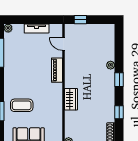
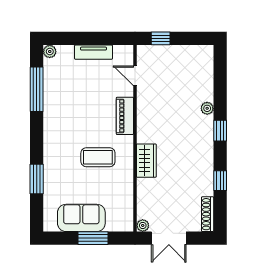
coffee table: (22, 105) -> (98, 157), moved

